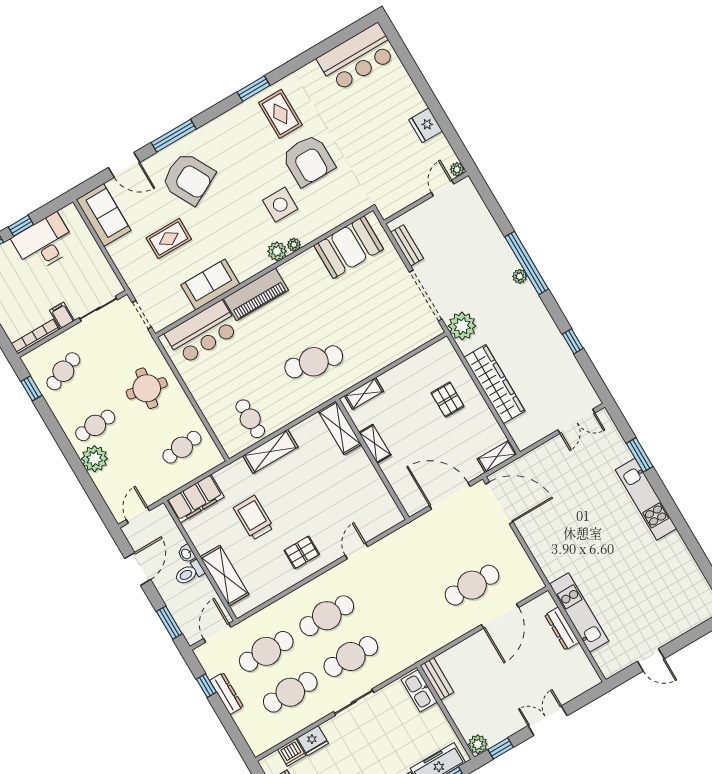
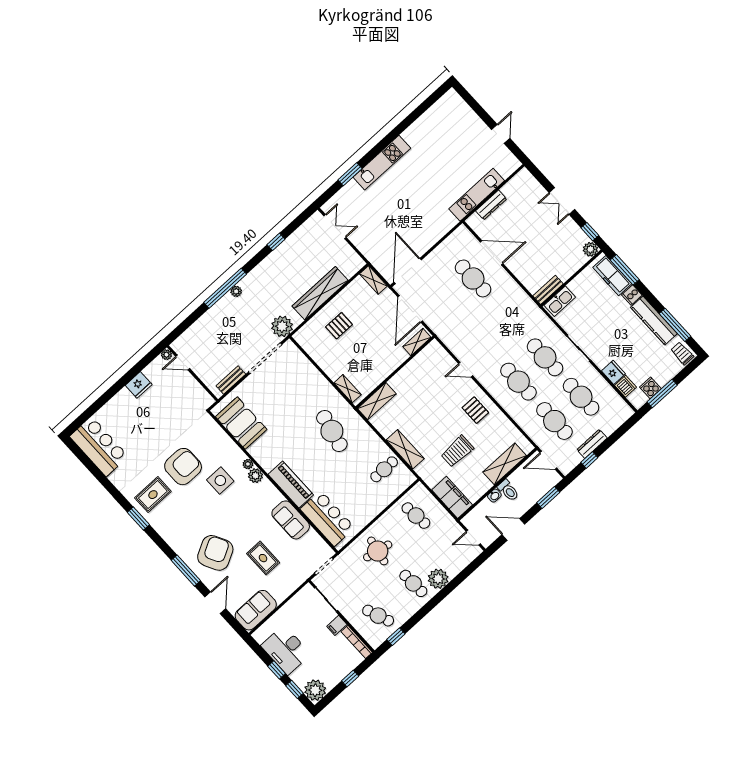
shelving: (375, 444) -> (417, 342), moved

